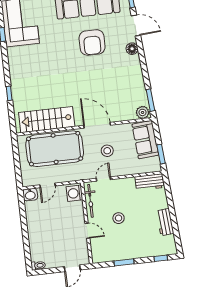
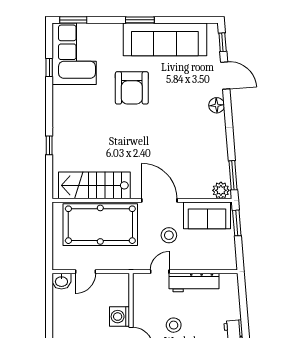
armchair: (92, 42) -> (132, 88), moved
sofa: (145, 140) -> (207, 215), moved, turned -85
window: (161, 154) -> (237, 223), moved
workbench: (149, 182) -> (194, 283), moved, width x1.38
washing machine: (74, 193) -> (120, 317), moved
bicycle: (90, 201) -> (139, 298), removed

